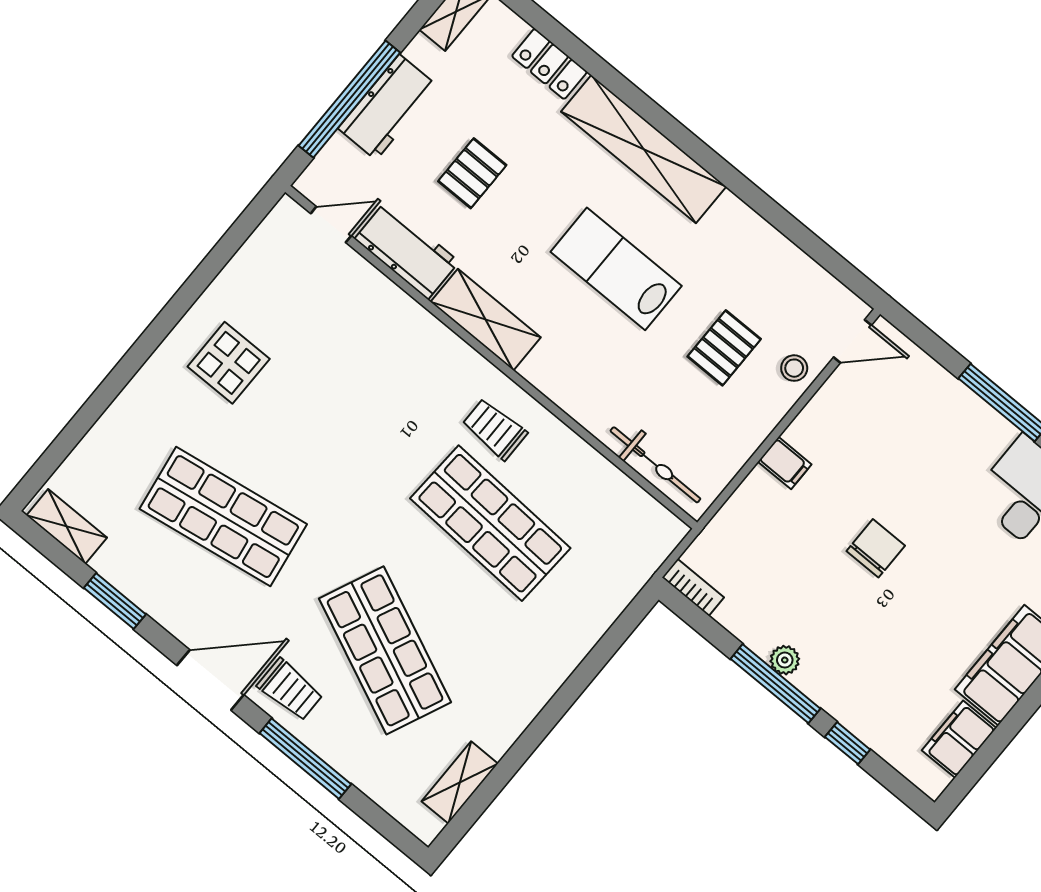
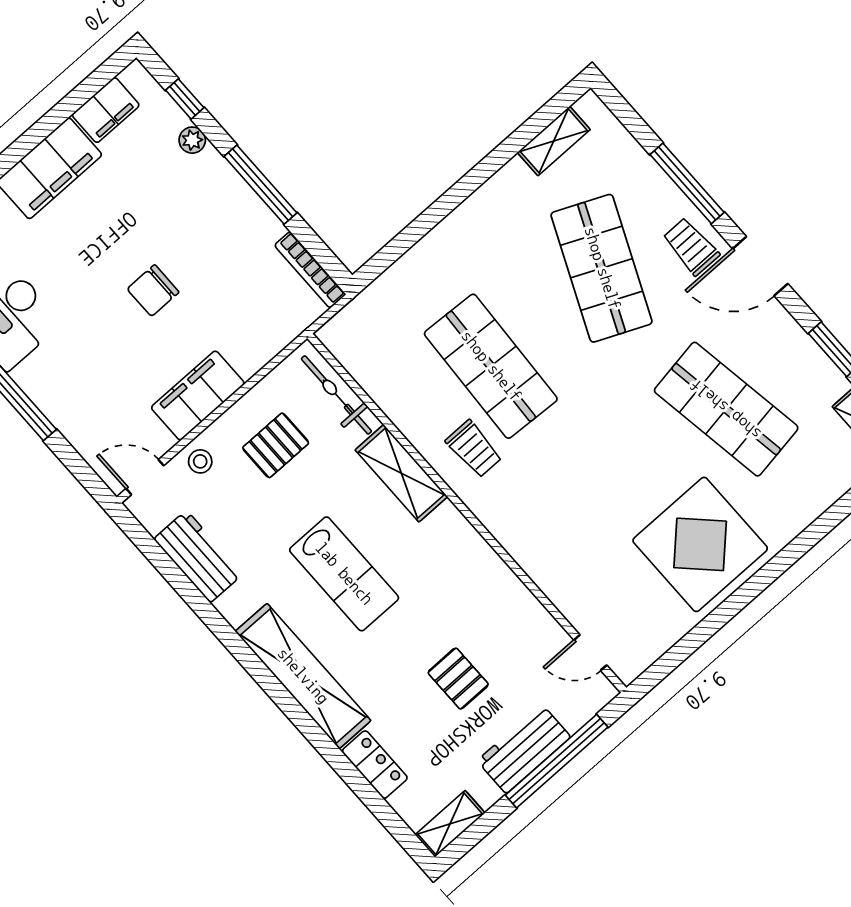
pallet: (472, 173) -> (458, 679), turned 90
workbench: (407, 250) -> (198, 556), moved, turned 180
shelving: (486, 320) -> (401, 473), moved
pallet: (724, 348) -> (276, 445), moved
display table: (229, 363) -> (700, 544), width x1.86, depth x1.86
filing cabinet: (785, 463) -> (198, 396), width x3.00, depth x1.17
bookcase: (693, 587) -> (310, 270), width x1.56
plant: (785, 660) -> (192, 140), moved
window: (848, 743) -> (185, 99), moved

